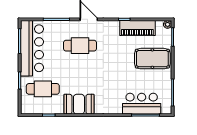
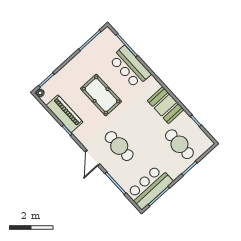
bar counter: (32, 48) -> (150, 187), width x0.73
pool table: (152, 59) -> (101, 95), moved
bar counter: (142, 104) -> (130, 67), moved

